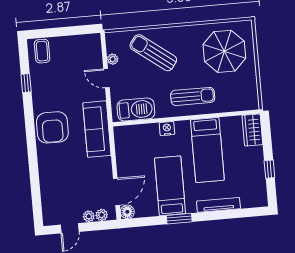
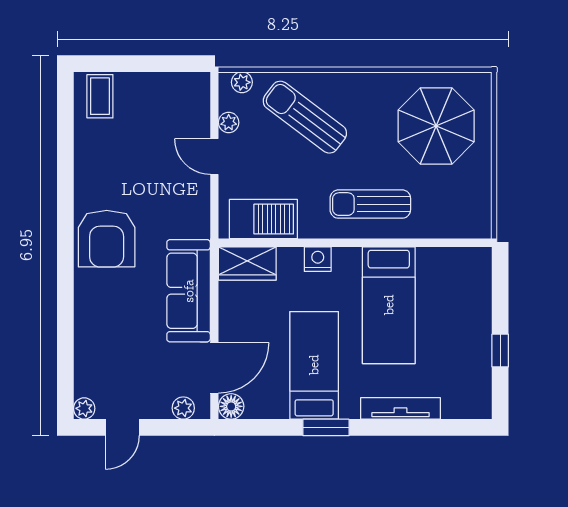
plant: (118, 37) -> (242, 82), added
window: (26, 83) -> (65, 153), removed
sun lounger: (193, 96) -> (370, 204), turned 180
sofa: (97, 129) -> (189, 291), moved
wardrobe: (252, 130) -> (247, 264), moved, turned -90
plant: (89, 216) -> (84, 408), moved

